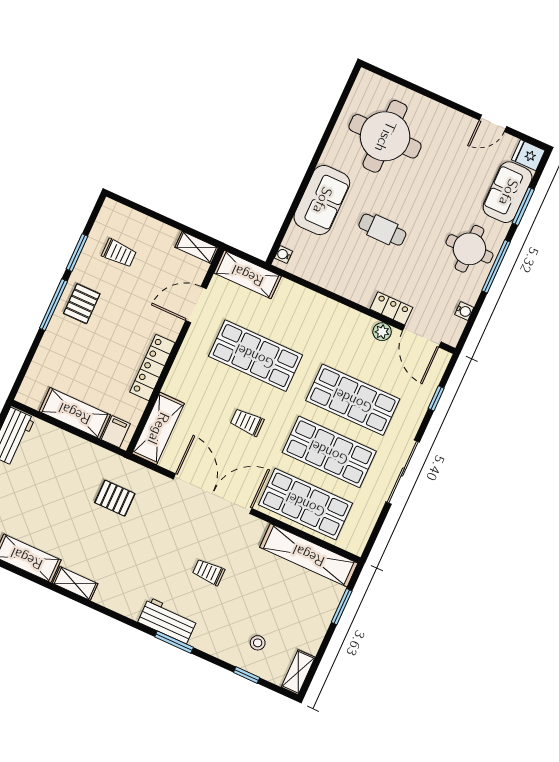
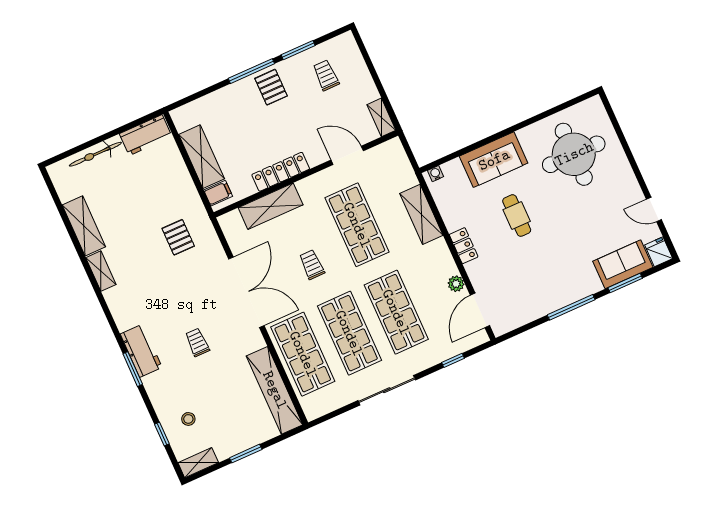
round table: (470, 249) -> (564, 280), removed
trolley: (119, 253) -> (326, 75), turned 180
shelving: (248, 275) -> (421, 214), moved
pallet: (82, 304) -> (271, 87), turned 90
locker: (391, 308) -> (464, 246), moved
water cooler: (464, 311) -> (523, 318), removed
shelving: (158, 428) -> (271, 206), moved
window: (342, 607) -> (246, 454), moved

